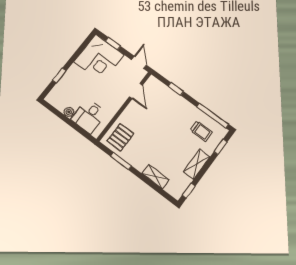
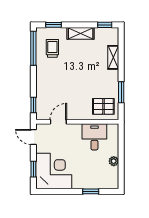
door: (139, 62) -> (33, 137), hinge flipped
window: (176, 89) -> (33, 105), moved
desk: (89, 116) -> (94, 137), moved, turned -90

